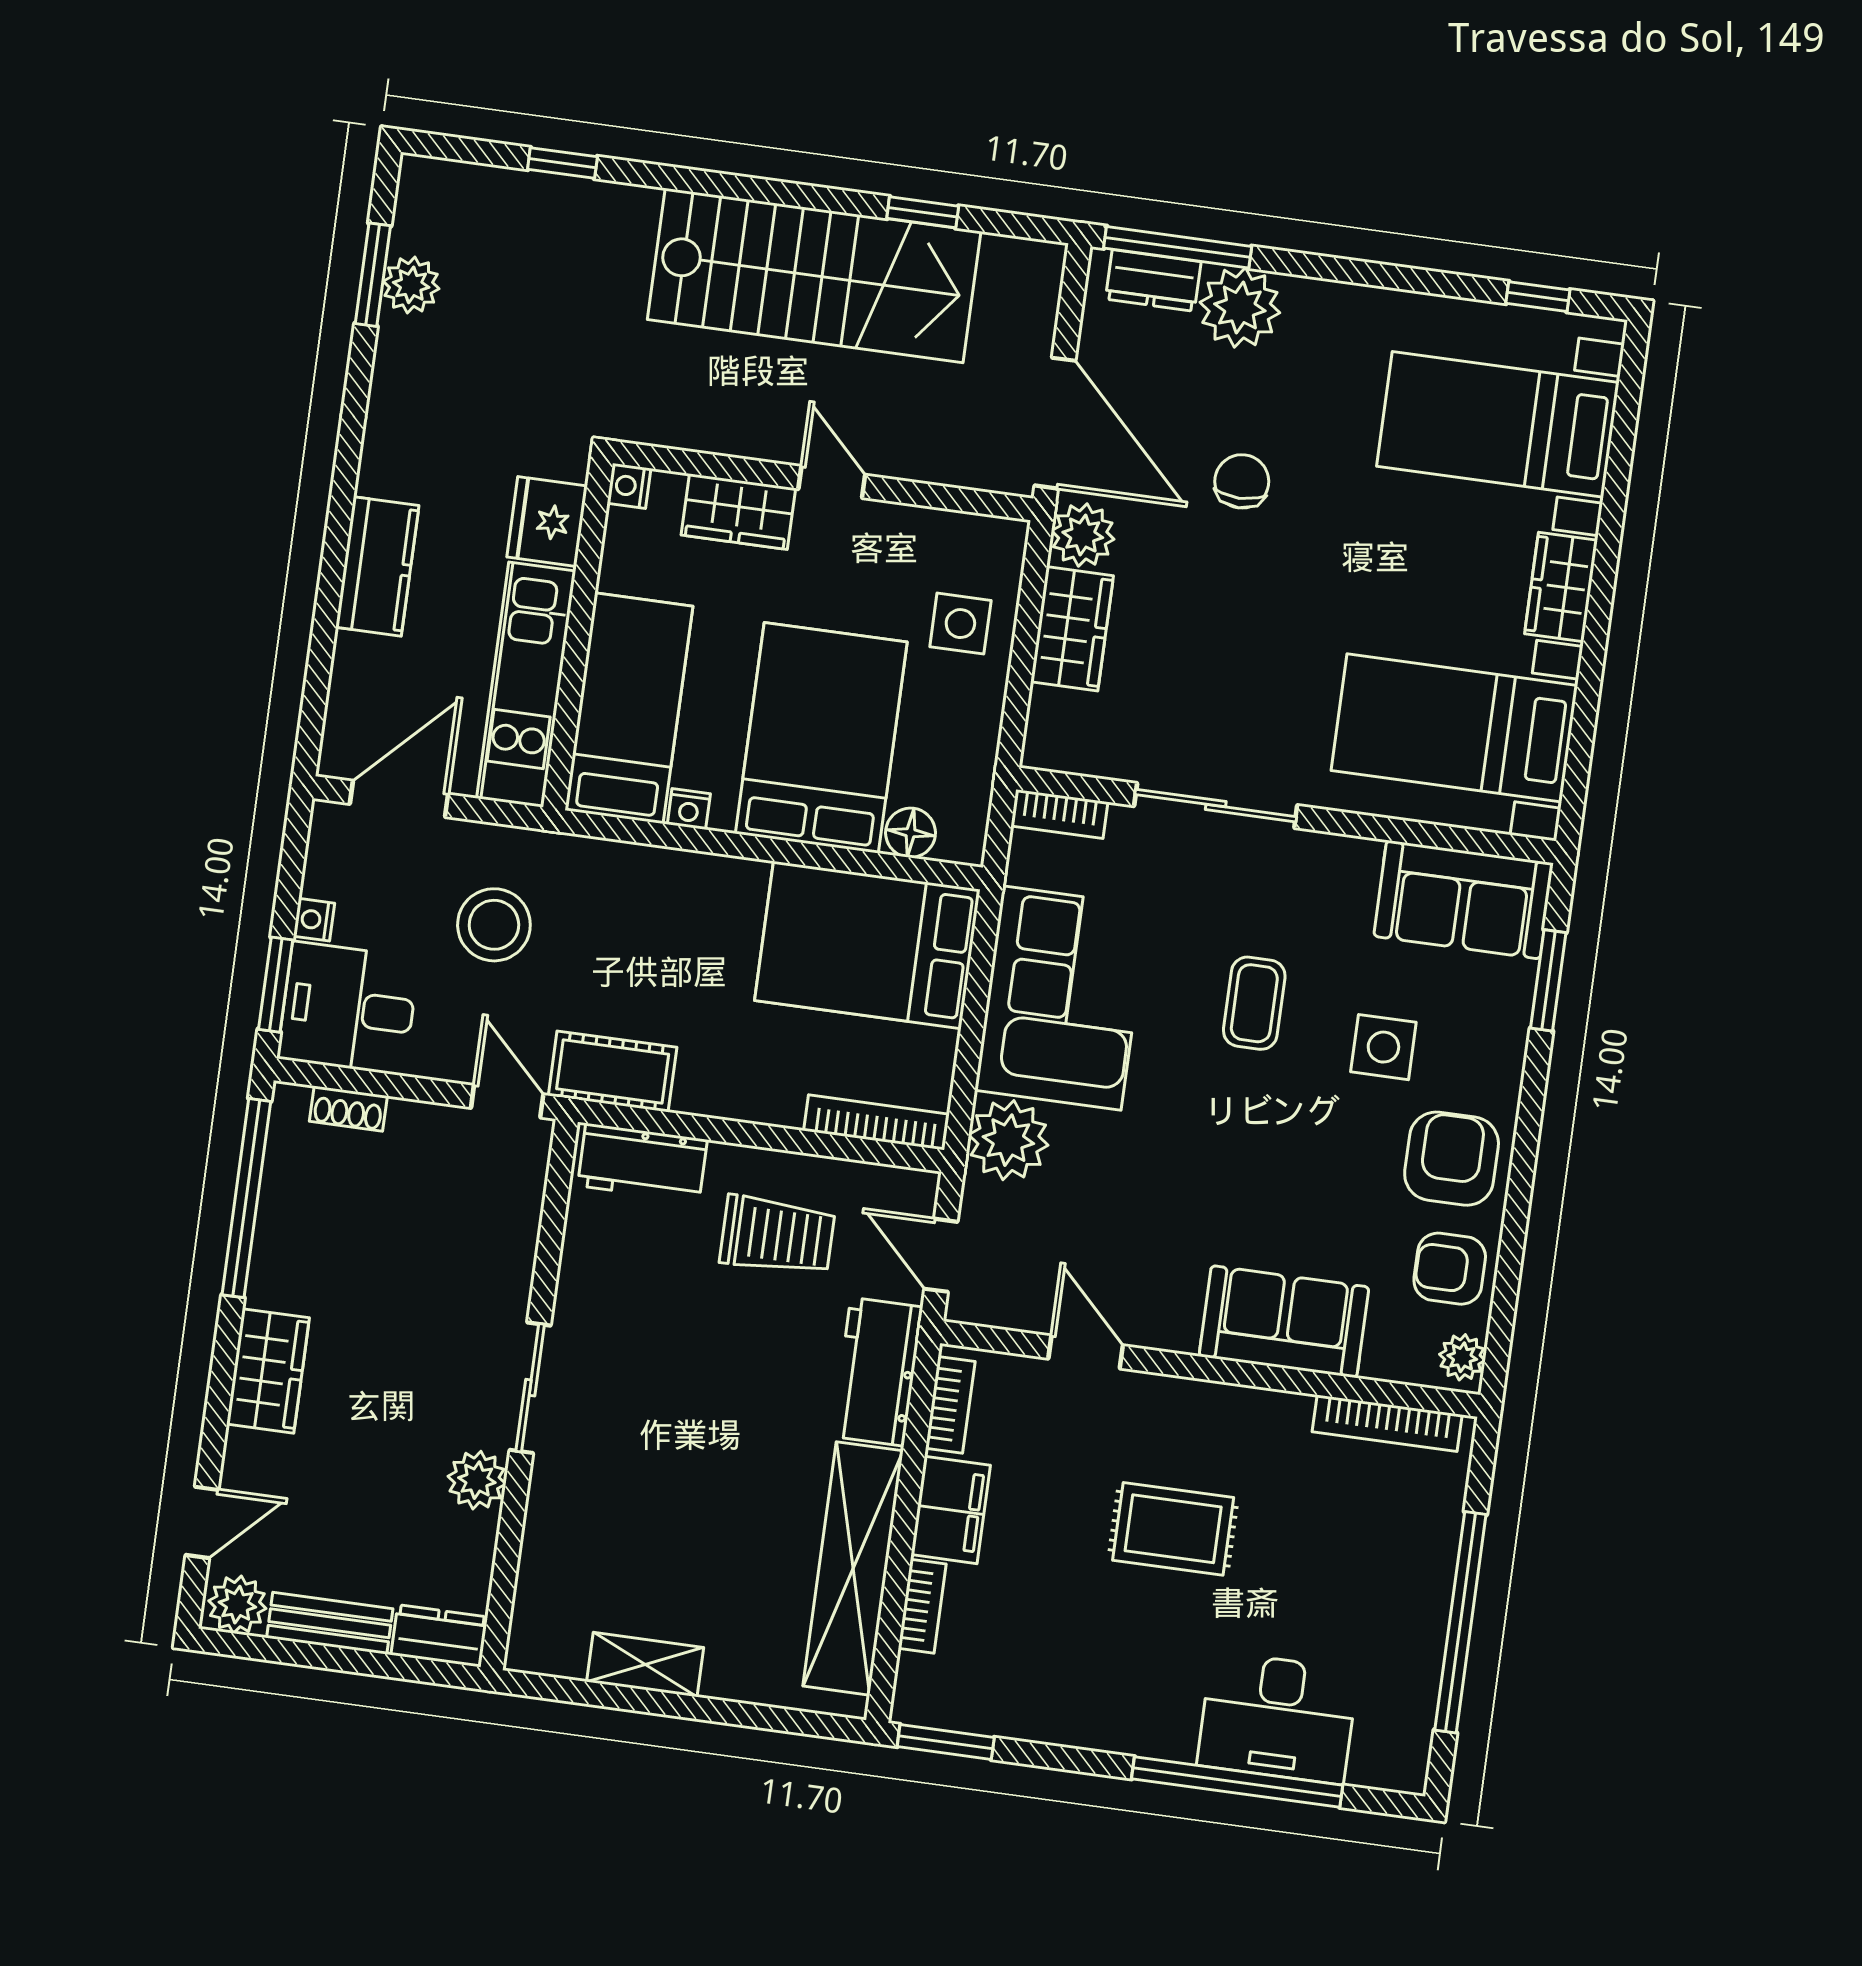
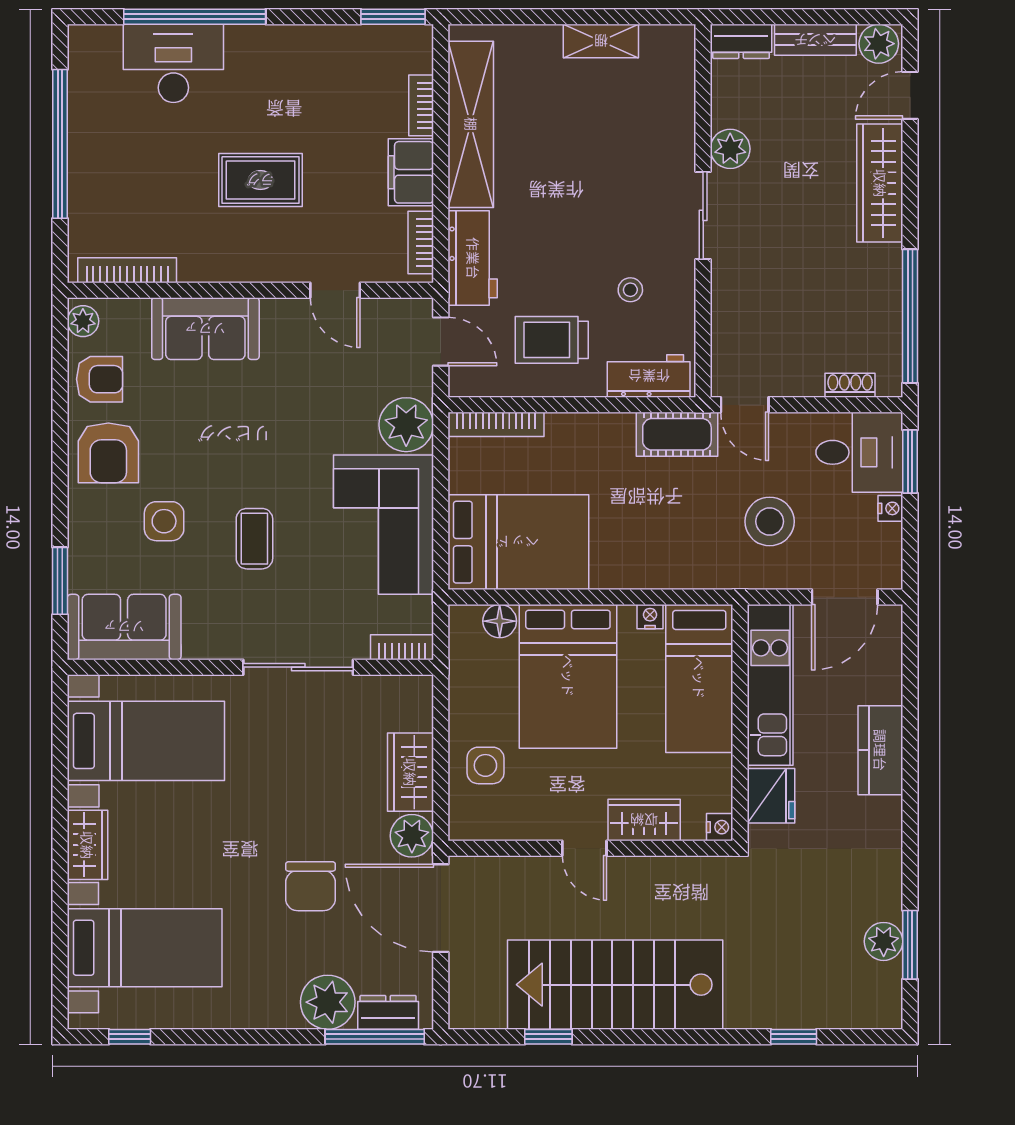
chair: (1242, 481) -> (310, 886), width x1.37, depth x1.37
stool: (652, 1293) -> (630, 290), added
wardrobe: (268, 1371) -> (880, 183), width x1.50

